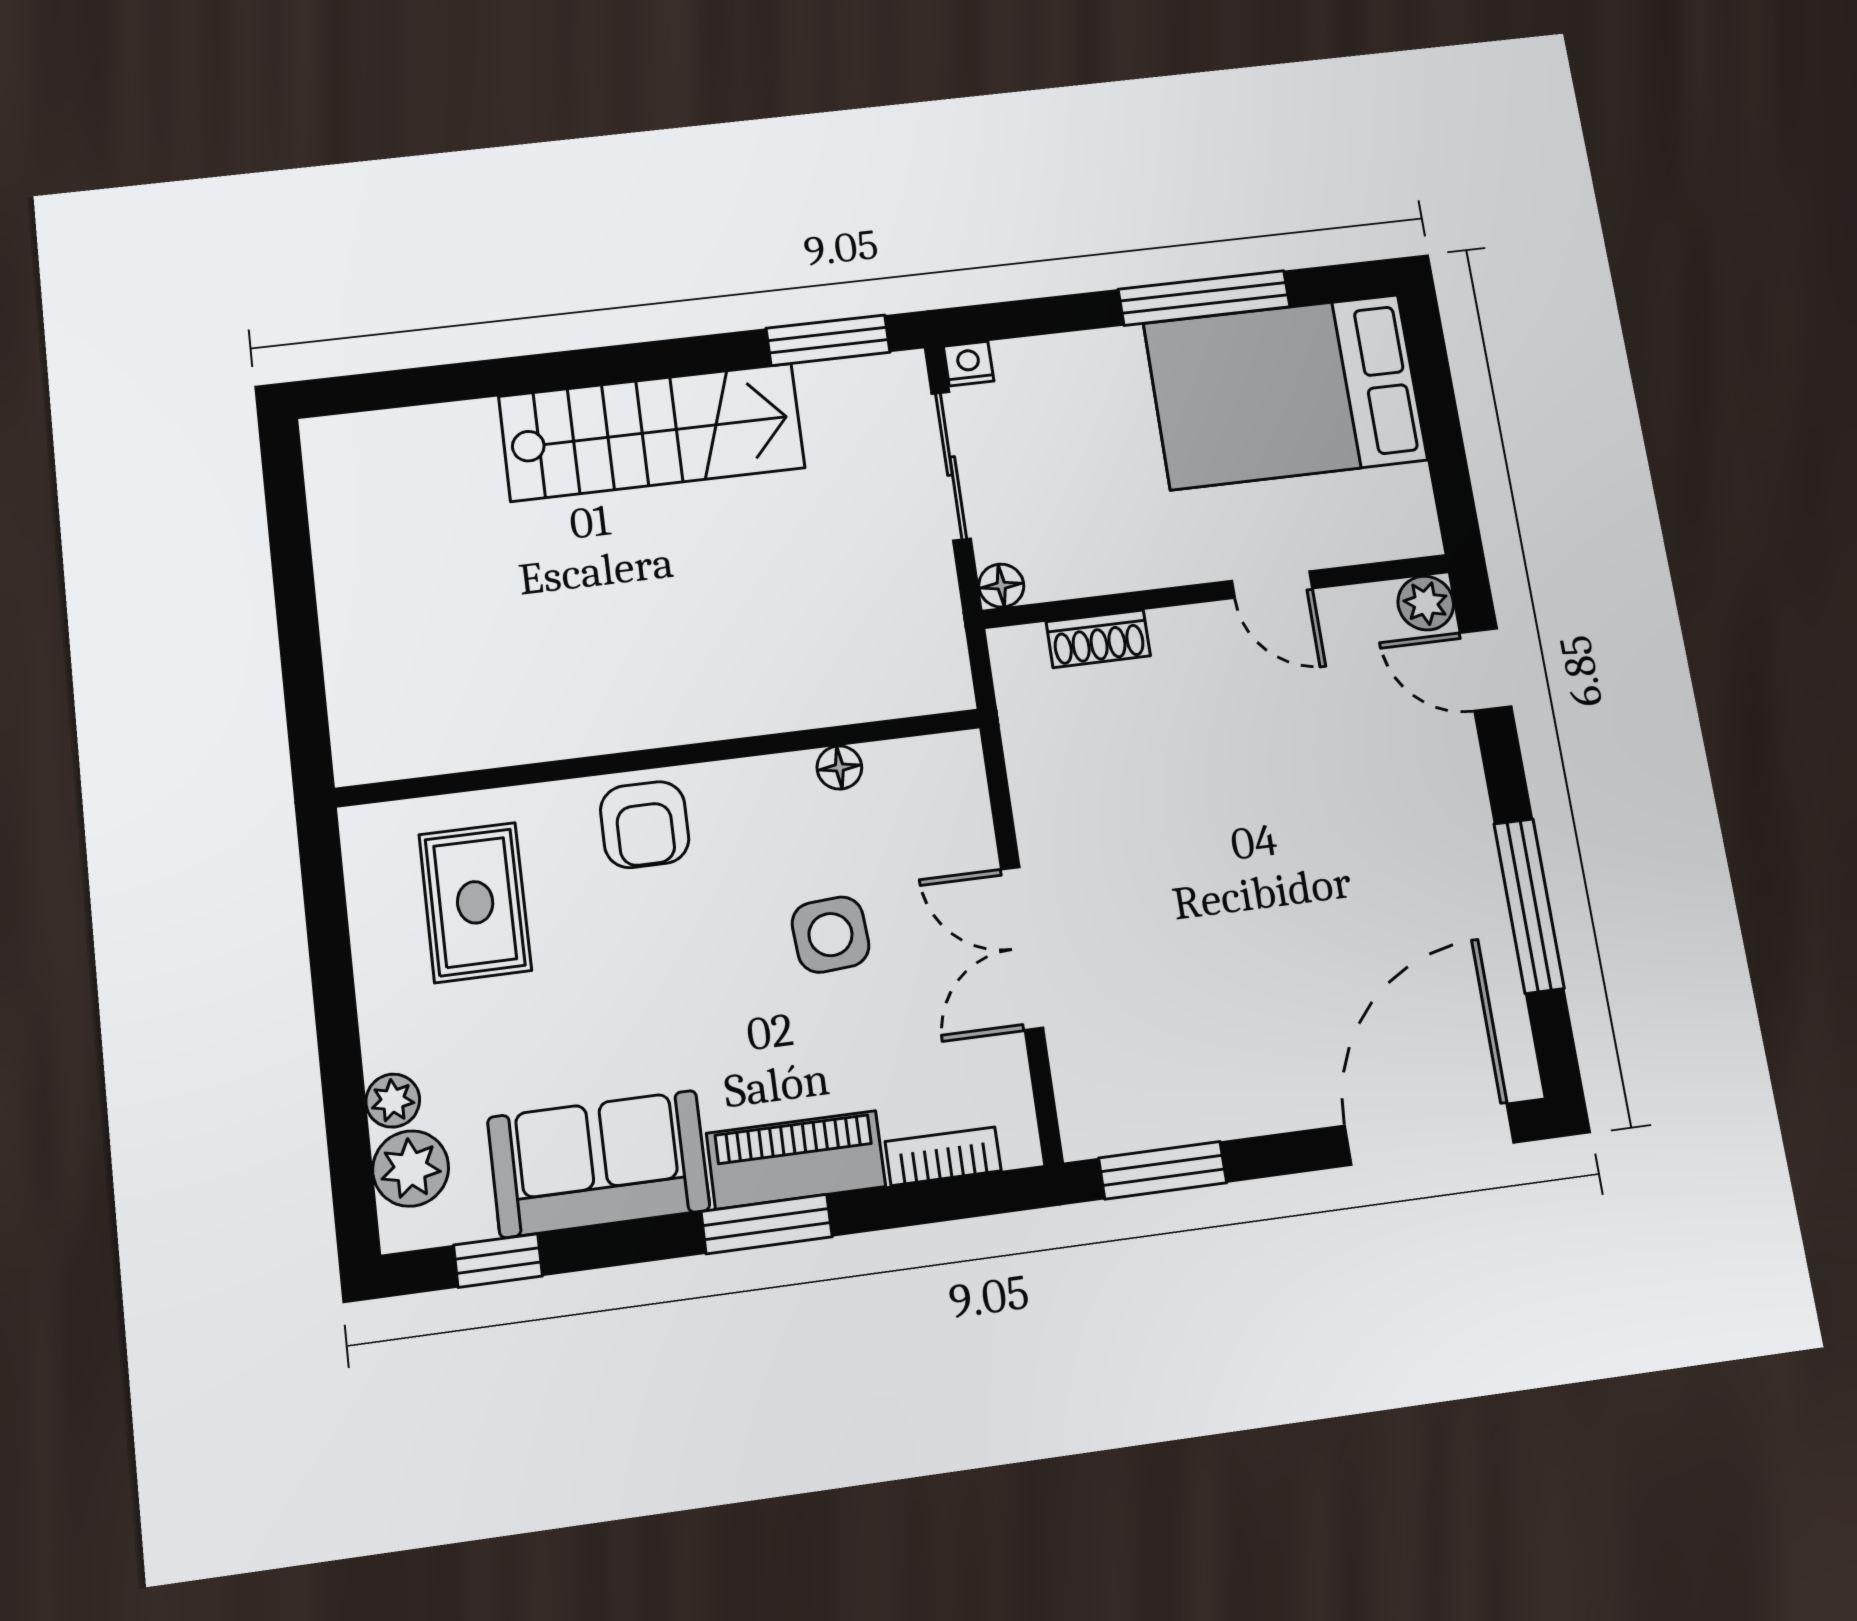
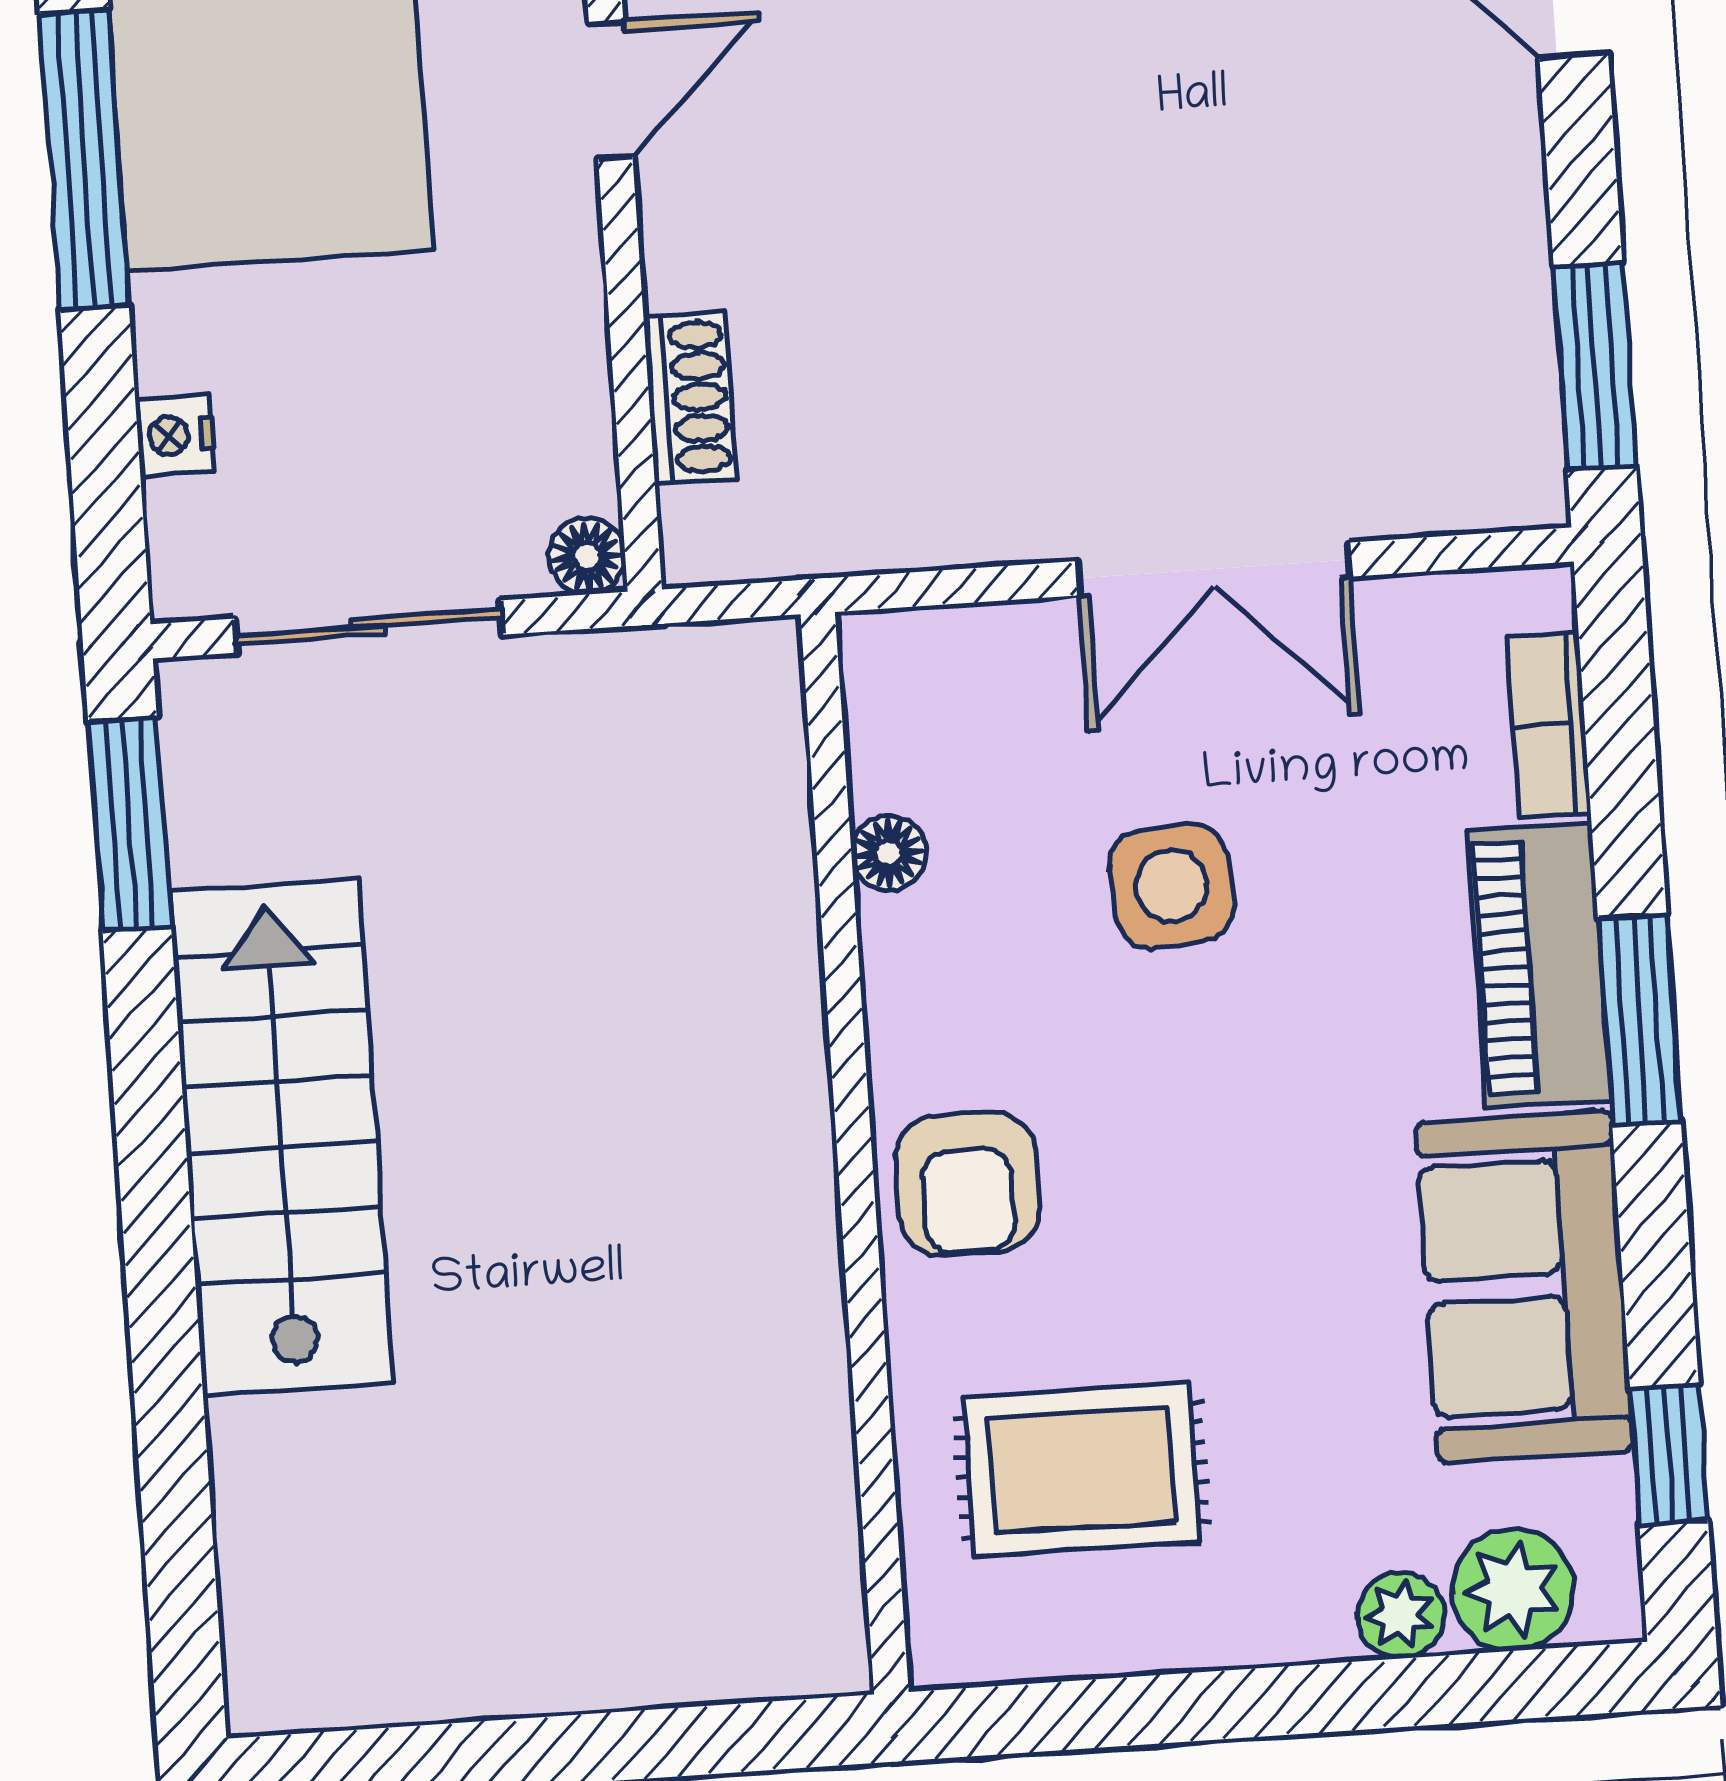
nightstand: (969, 364) -> (174, 436), moved
armchair: (645, 825) -> (967, 1184), turned 90

